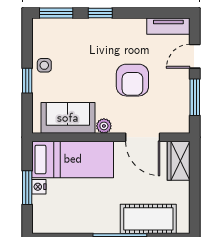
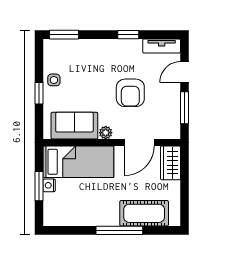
window: (100, 13) -> (128, 35), moved
door: (143, 137) -> (139, 143), hinge flipped

